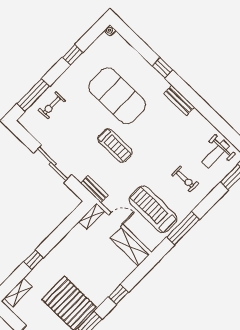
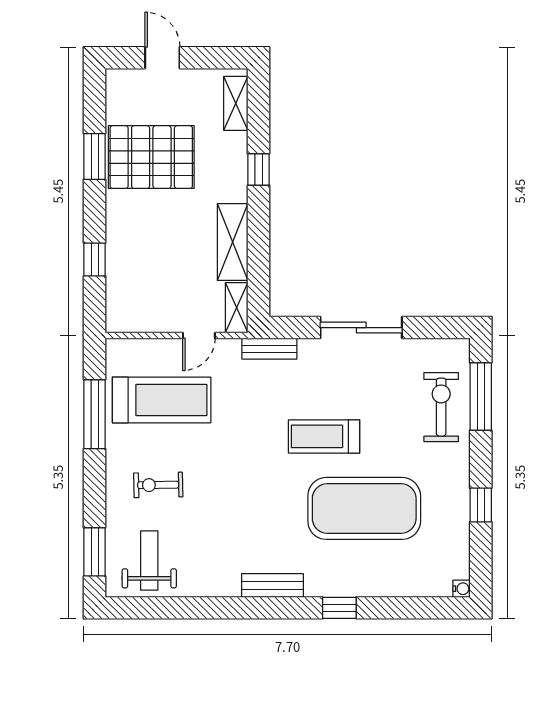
exercise bike: (52, 105) -> (441, 407), width x1.38, depth x1.39
treadmill: (115, 146) -> (324, 436), moved
shelving: (130, 246) -> (233, 242), moved, turned 90
window: (118, 295) -> (95, 260), moved

